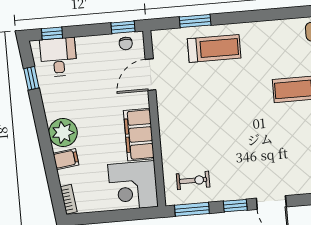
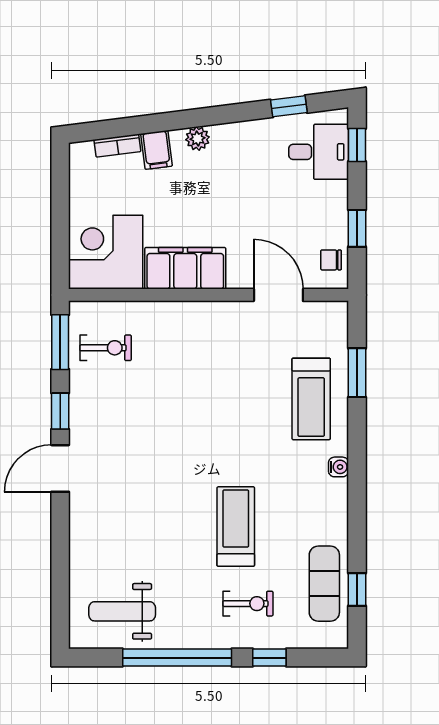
window: (123, 27) -> (357, 228), moved
water cooler: (255, 28) -> (338, 467), added
plant: (63, 133) -> (198, 138), width x0.53, depth x0.53
exercise bike: (193, 180) -> (106, 348), turned -90
bookcase: (69, 199) -> (117, 146), moved

